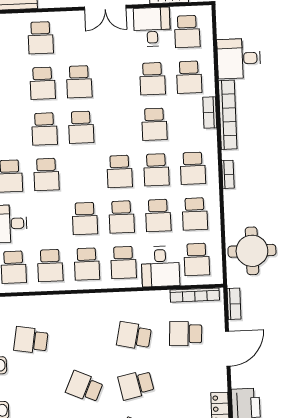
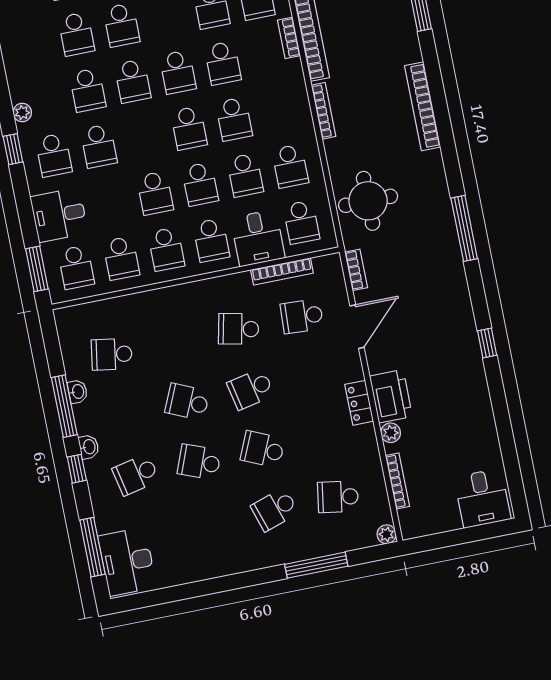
school desk: (193, 168) -> (178, 72), moved
bookcase: (228, 174) -> (324, 111), width x1.56
bookcase: (195, 295) -> (282, 271), moved

